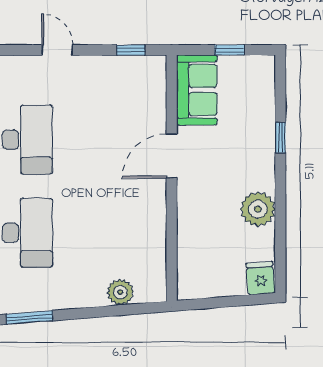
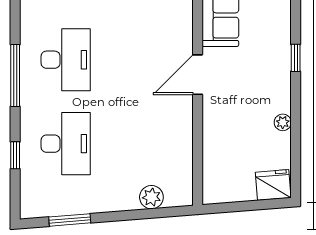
plant: (258, 209) -> (283, 122), width x0.53, depth x0.53
fridge: (261, 278) -> (273, 185), width x1.38

